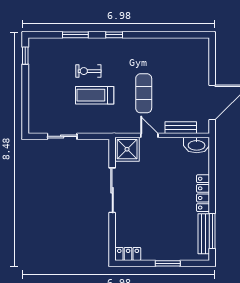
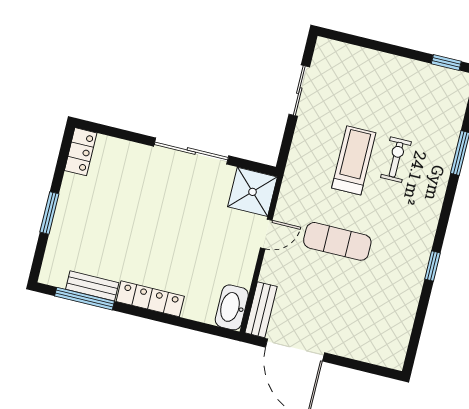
window: (114, 35) -> (433, 266), moved
bench: (181, 128) -> (261, 310), moved
bench: (204, 234) -> (92, 286), width x0.73

